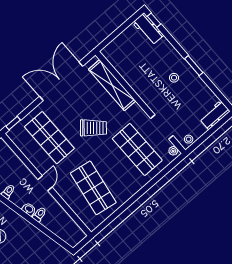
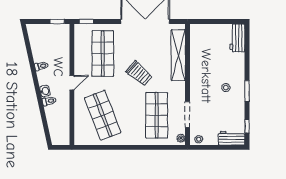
window: (154, 20) -> (247, 126), moved
shop shelf: (93, 188) -> (103, 115), turned -30

